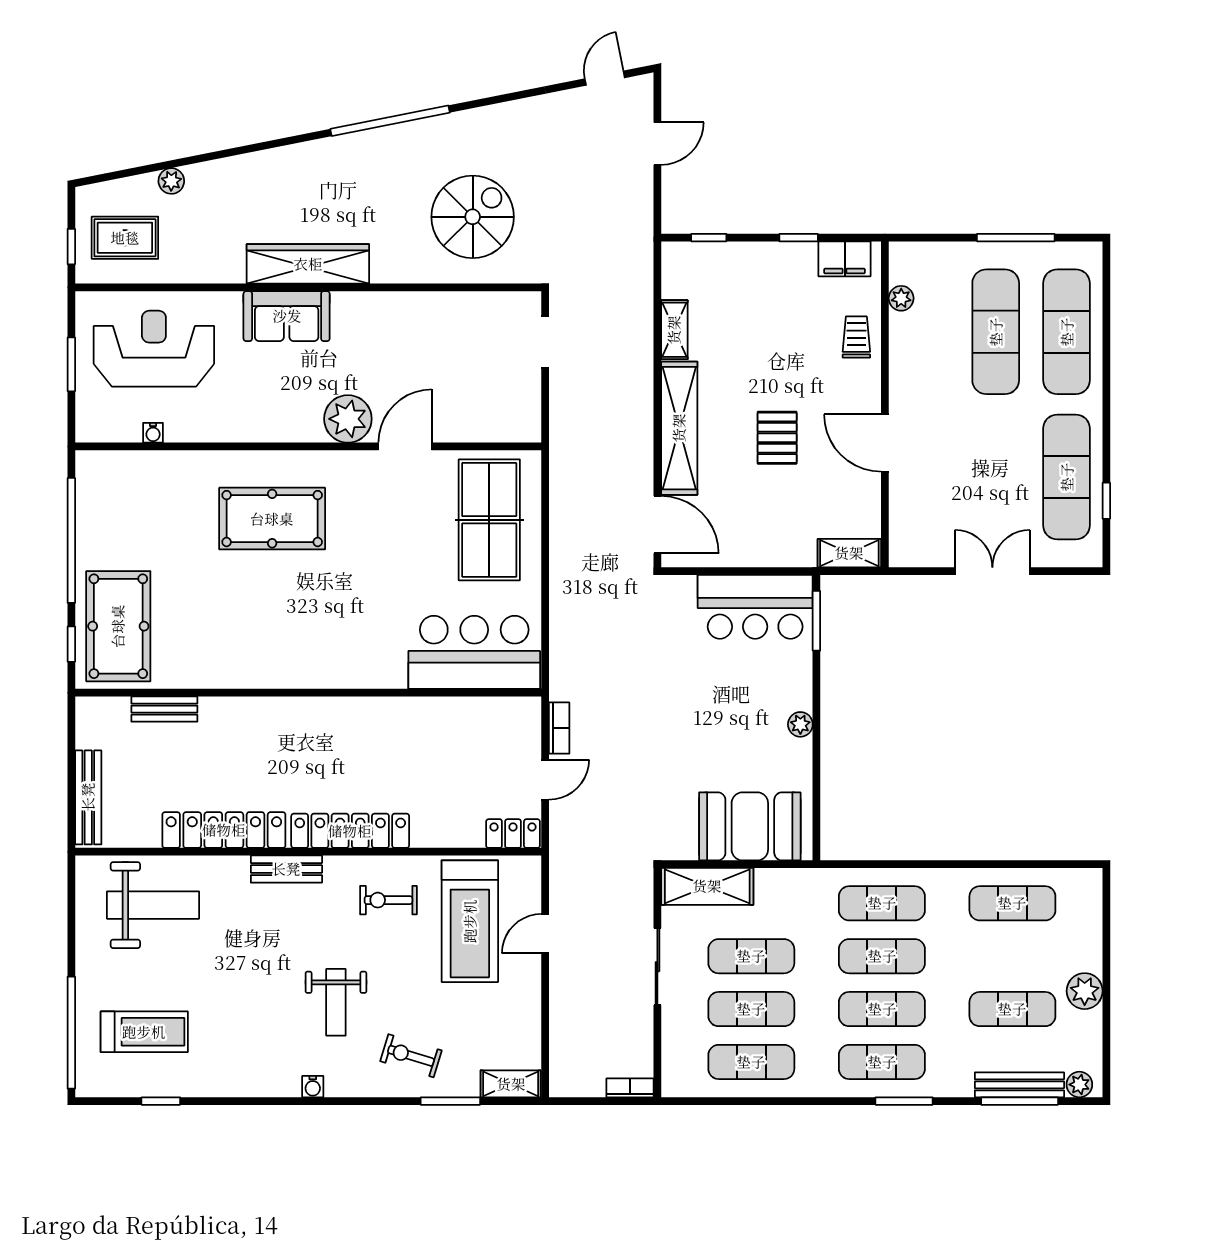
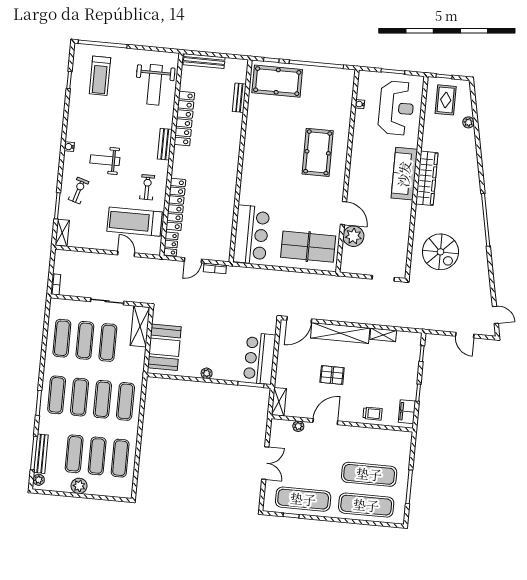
plant: (901, 298) -> (298, 426), moved
sofa: (287, 316) -> (404, 174), width x1.36
plant: (348, 419) -> (353, 236), moved
door: (545, 780) -> (193, 260), hinge flipped
locker: (350, 831) -> (176, 204), moved
exercise mat: (1012, 956) -> (97, 456), added

